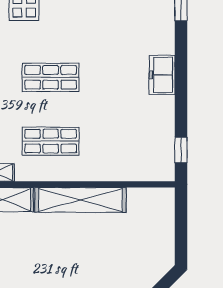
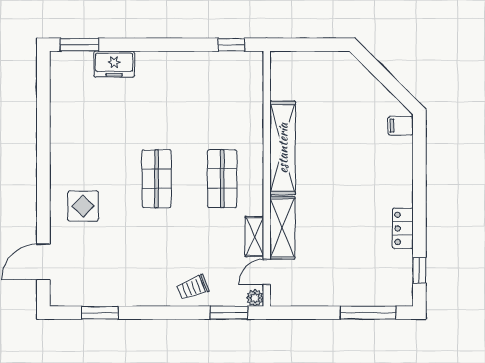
freezer: (162, 75) -> (114, 64), moved

